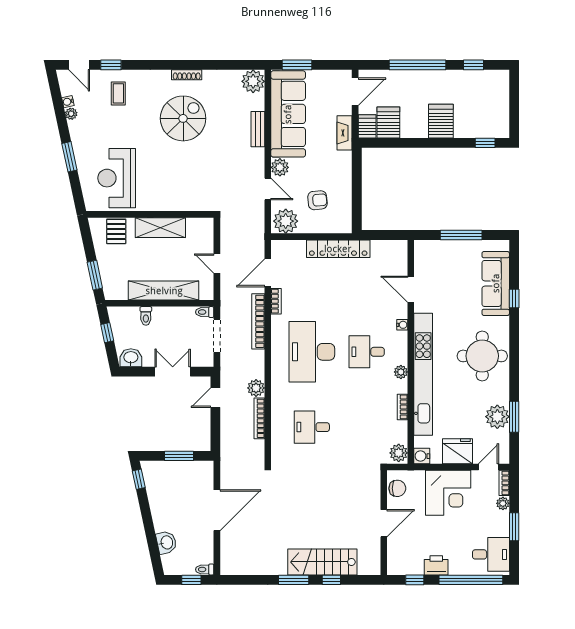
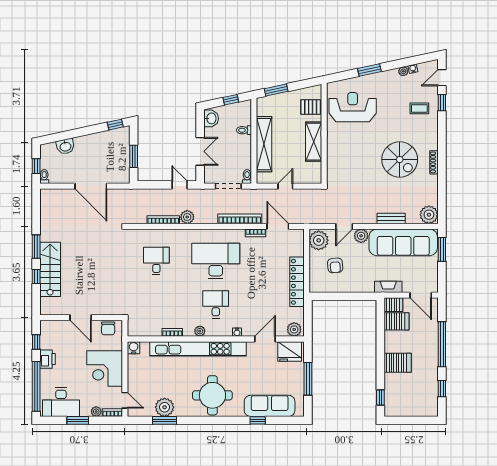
fridge: (458, 451) -> (290, 351), moved, turned 90
plant: (399, 453) -> (294, 329), moved
desk: (491, 554) -> (61, 402), width x1.37

